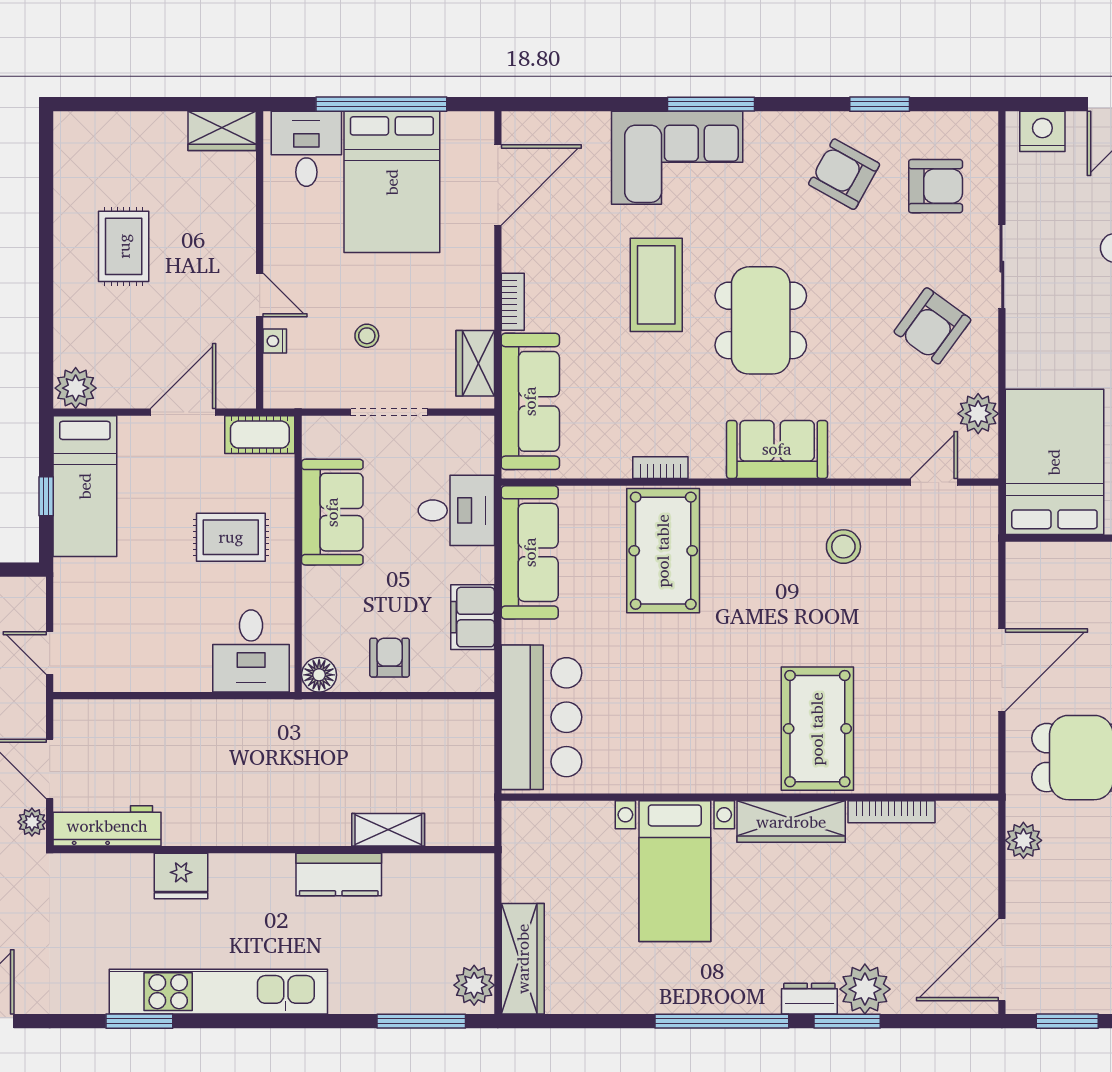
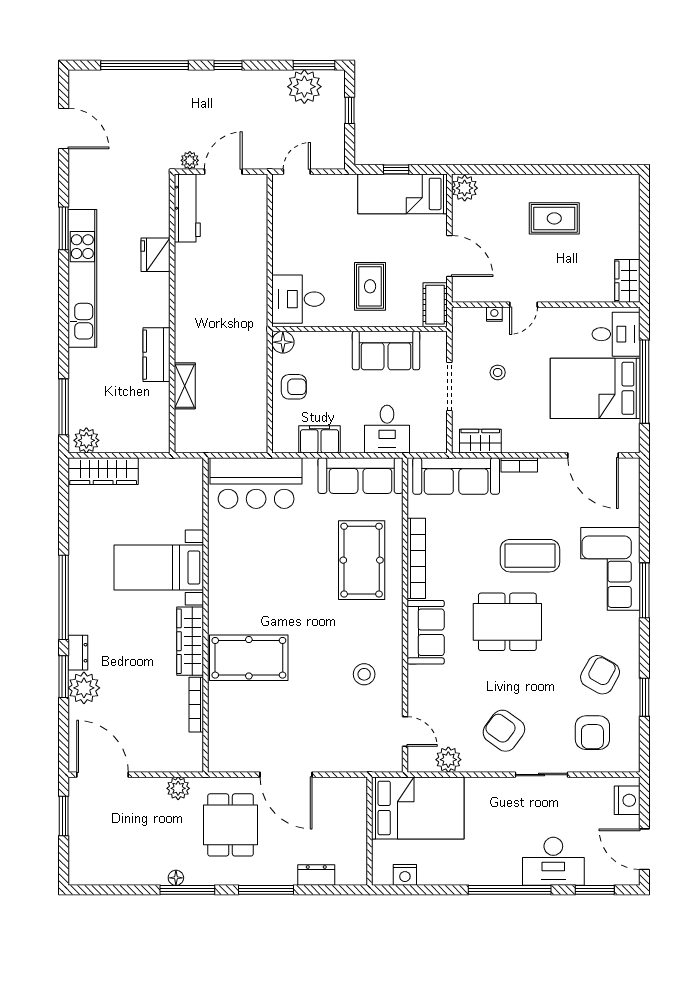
bookcase: (660, 468) -> (416, 558), width x2.31, depth x1.31
pool table: (663, 551) -> (362, 560), turned 90

